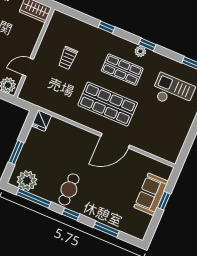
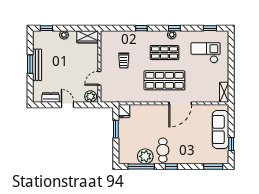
shelving: (175, 150) -> (224, 92), added
window: (16, 152) -> (116, 129), moved
plant: (27, 181) -> (145, 156), moved
sofa: (151, 194) -> (220, 130), width x1.36
window: (164, 201) -> (231, 144), moved
window: (106, 229) -> (213, 166), moved

